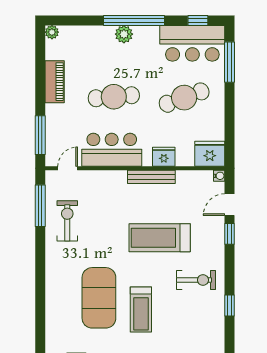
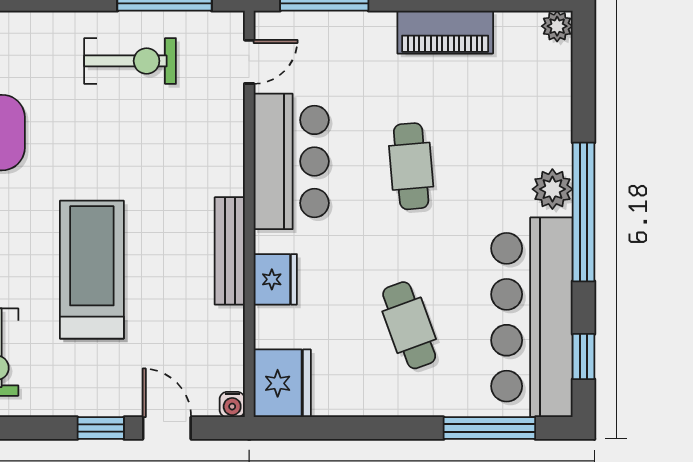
bar counter: (192, 43) -> (532, 317), width x1.36
cafe table: (114, 97) -> (411, 166), width x0.73, depth x0.74
cafe table: (184, 98) -> (409, 325), width x0.73, depth x0.74
door: (68, 168) -> (249, 62), hinge flipped

